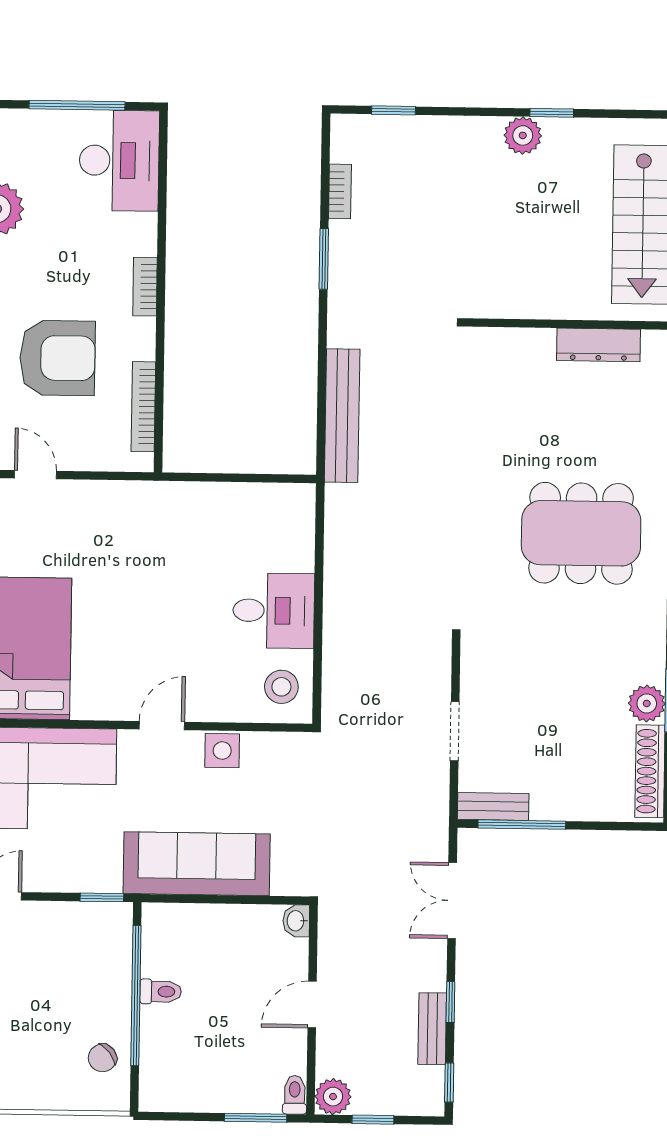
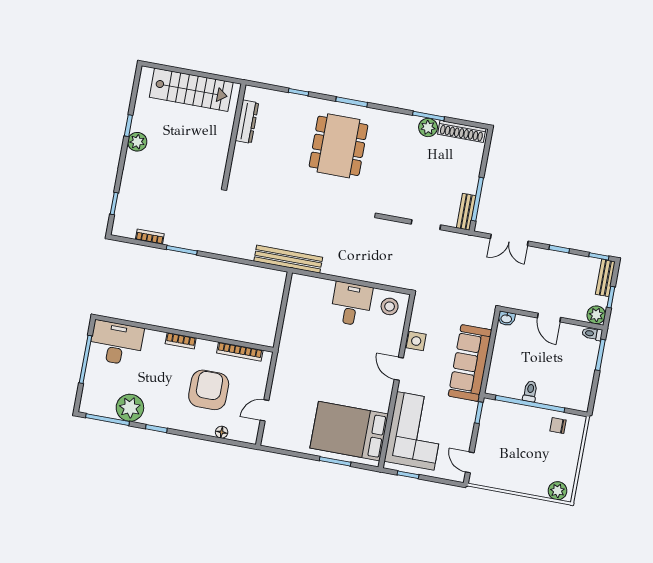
bench: (342, 416) -> (288, 259), moved
bench: (432, 1029) -> (605, 278), moved, turned 90
chair: (102, 1058) -> (558, 426), turned 128

